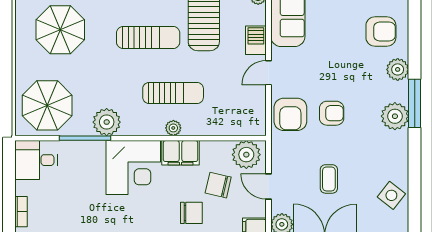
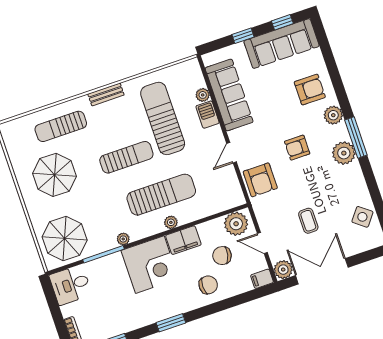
barbecue: (256, 40) -> (207, 115), moved
sun lounger: (173, 93) -> (161, 195), width x1.36, depth x1.34
armchair: (332, 113) -> (297, 148), moved, turned 180
plant: (107, 122) -> (123, 239), width x0.53, depth x0.53

